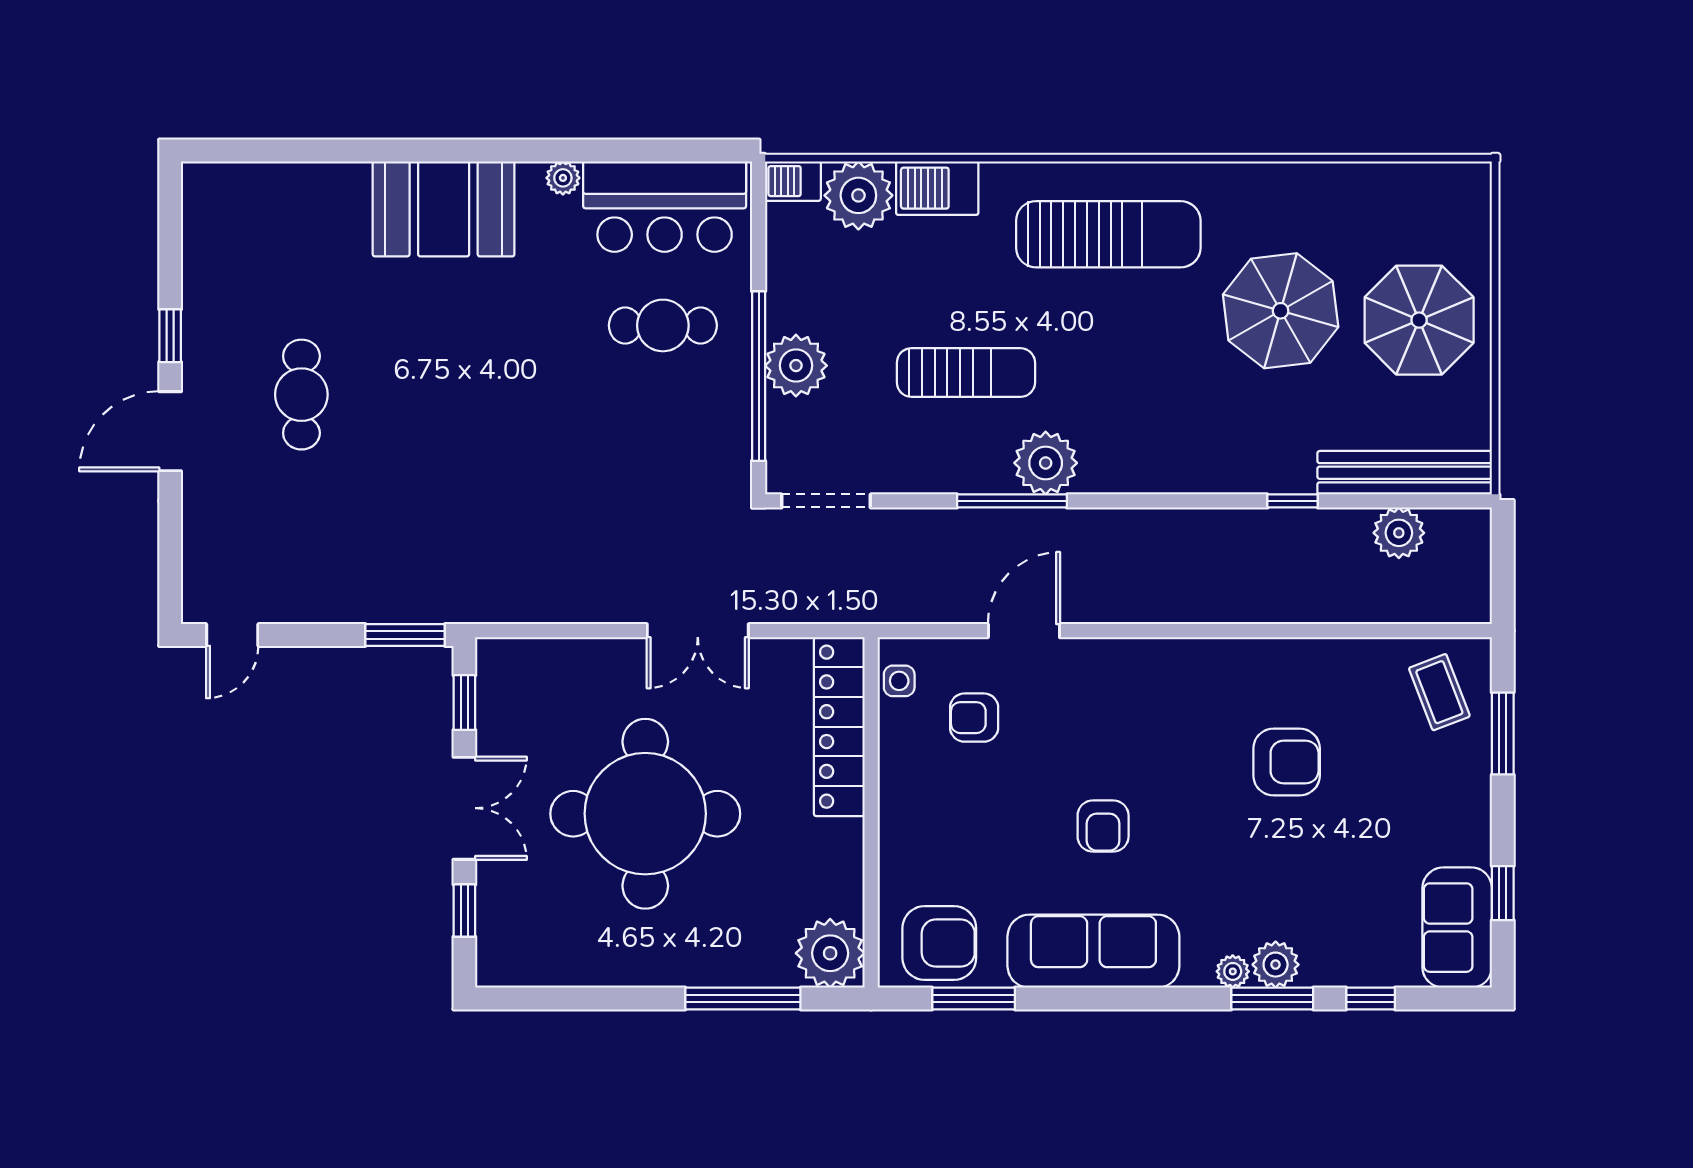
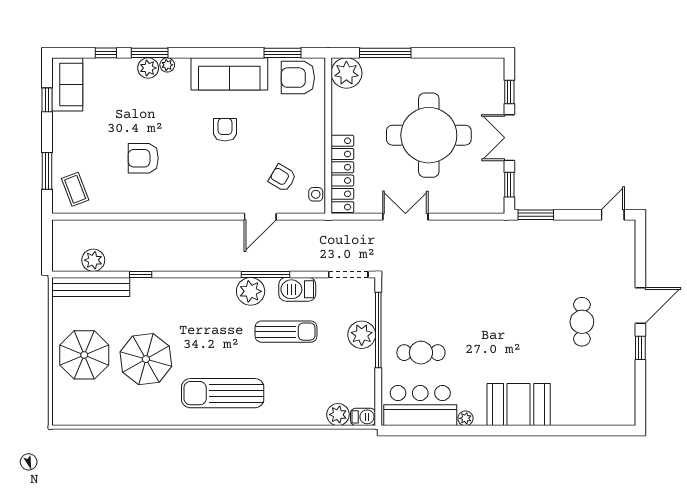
barbecue: (937, 188) -> (297, 289), moved, turned 180
plant: (858, 195) -> (338, 415), width x0.73, depth x0.73
sun lounger: (966, 373) -> (286, 332), turned 180
armchair: (974, 718) -> (282, 178), turned -149

